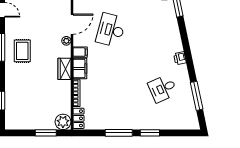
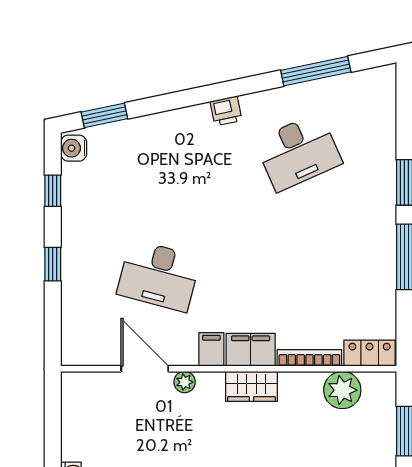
desk: (163, 88) -> (298, 152), width x1.37
plant: (63, 122) -> (342, 390), moved

